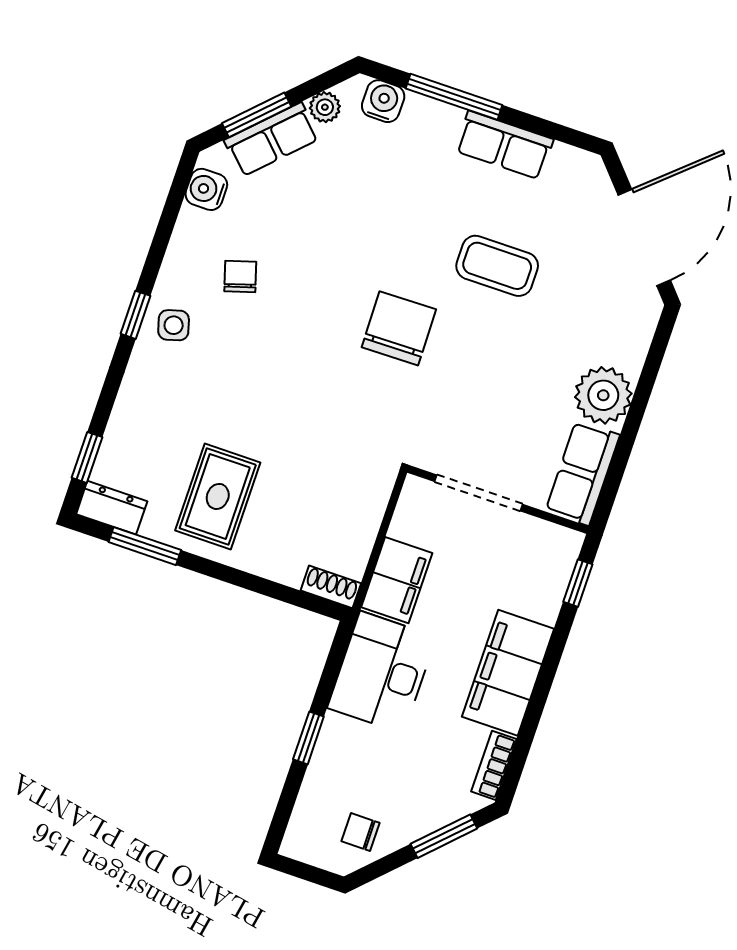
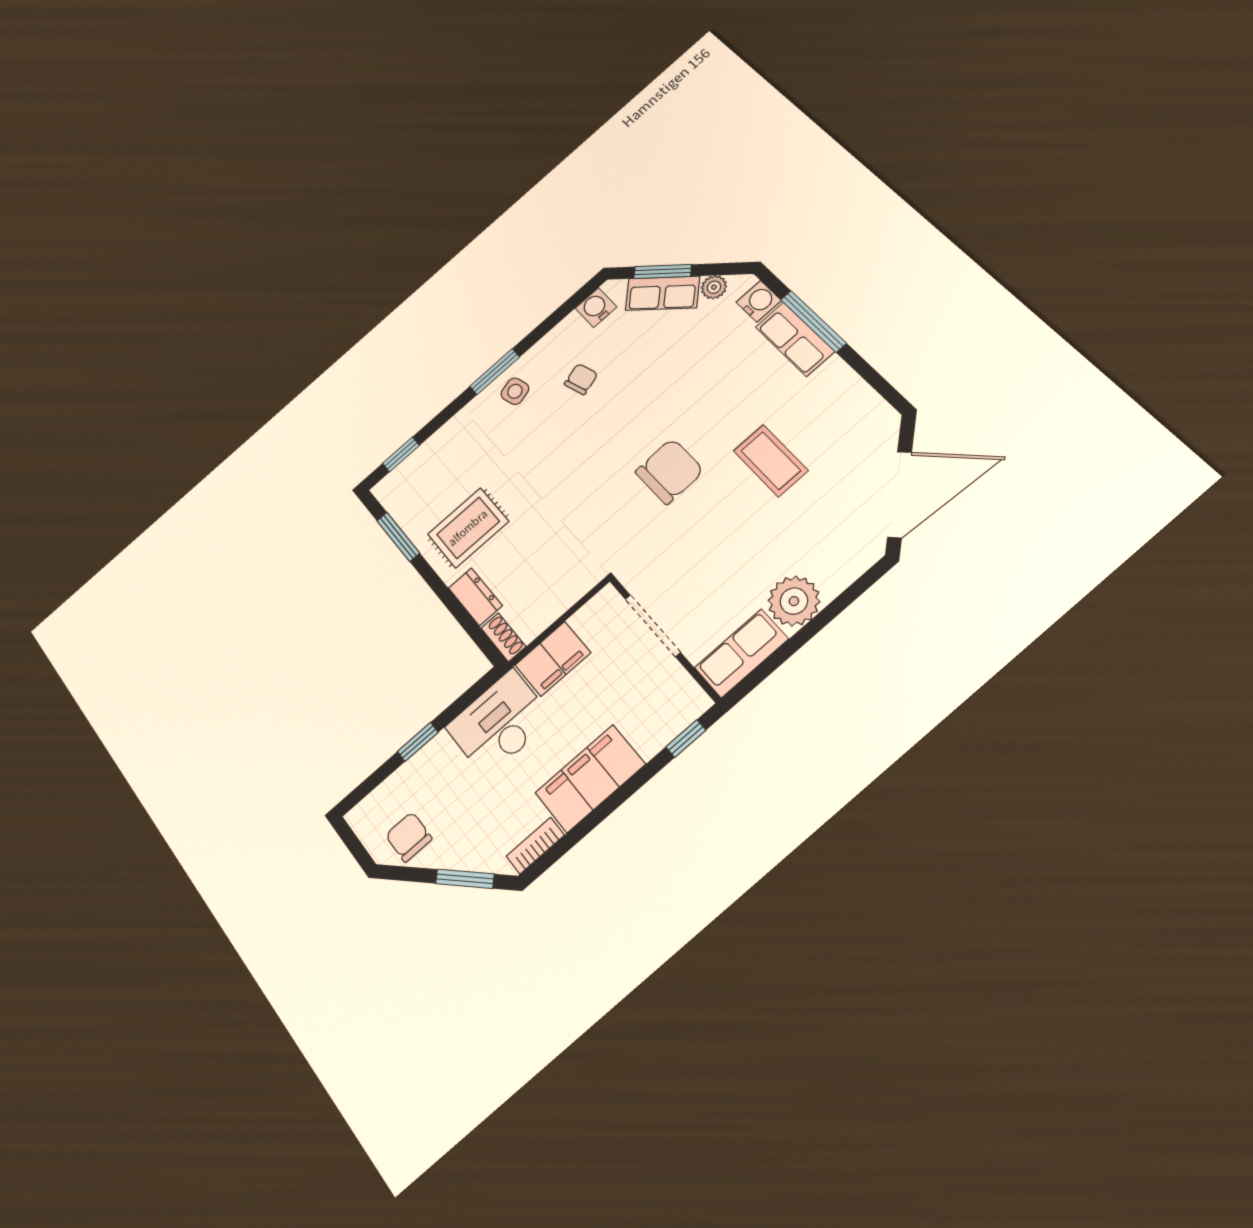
row of seats: (504, 145) -> (795, 339), moved
window: (136, 315) -> (495, 372), width x1.50
dresser: (112, 508) -> (475, 597), moved
chair: (360, 832) -> (409, 837), width x1.37, depth x1.37

